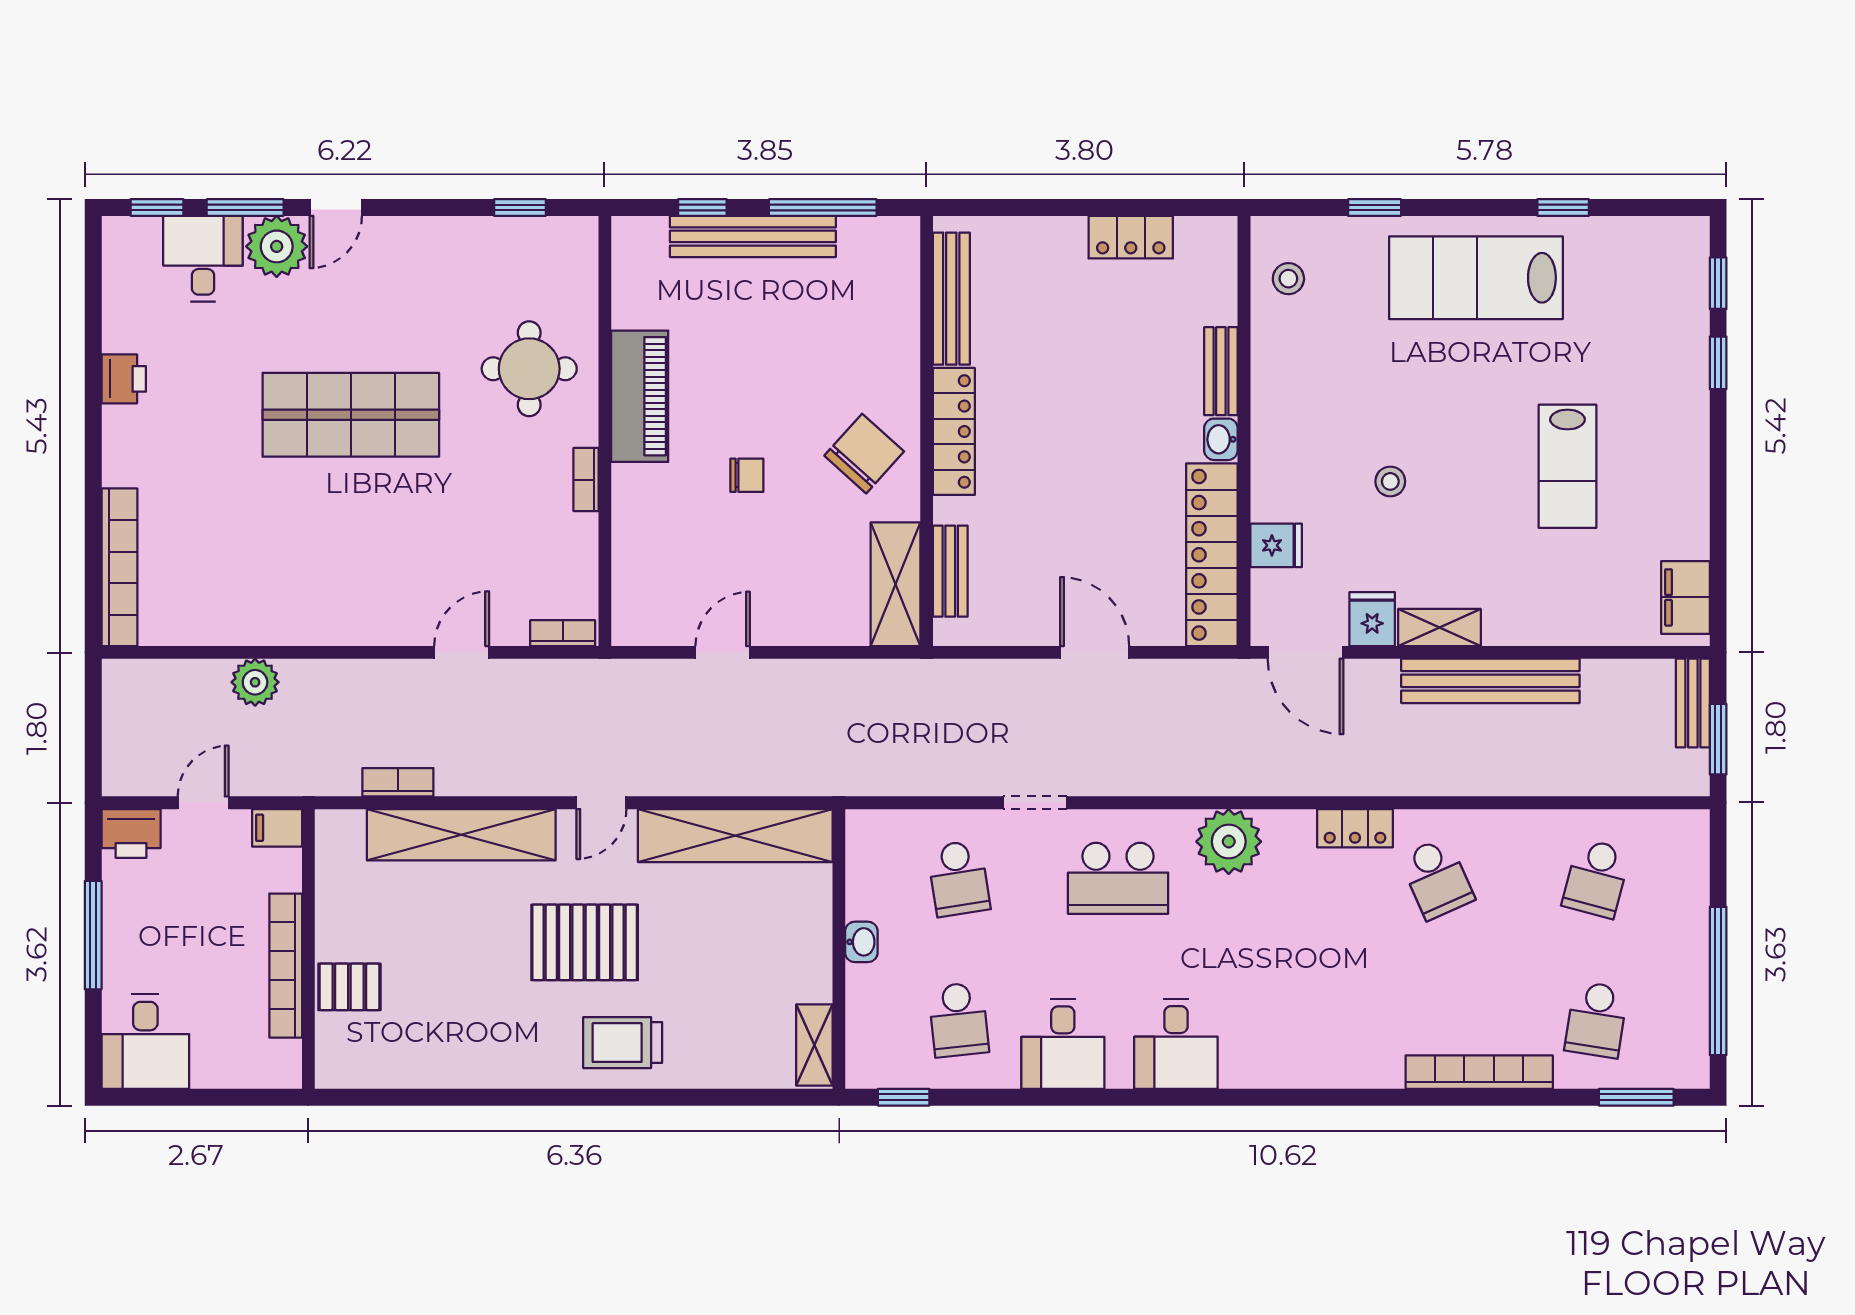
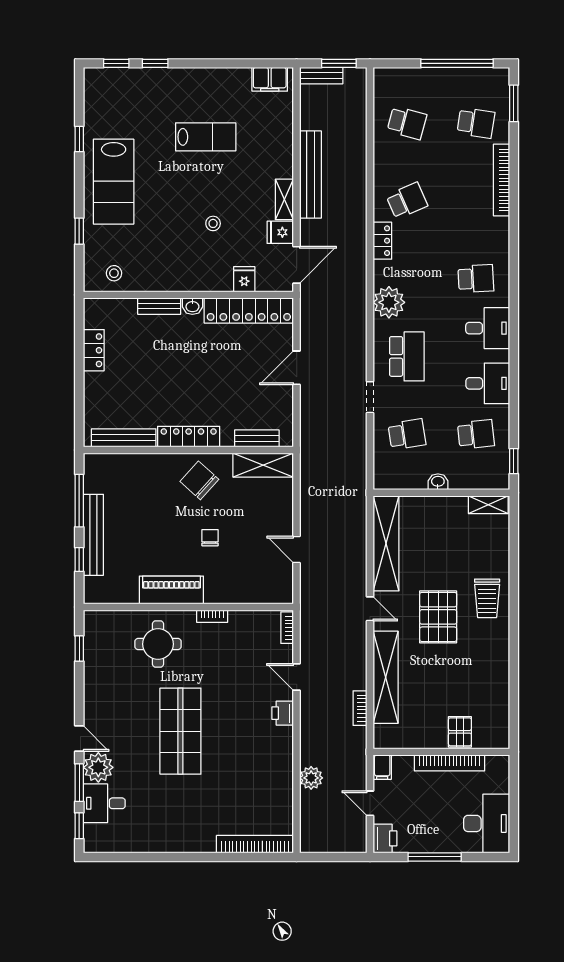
printer: (124, 379) -> (283, 713), moved, turned -90
school desk: (1277, 1020) -> (476, 279), added
desk: (145, 1042) -> (487, 823), width x1.37

